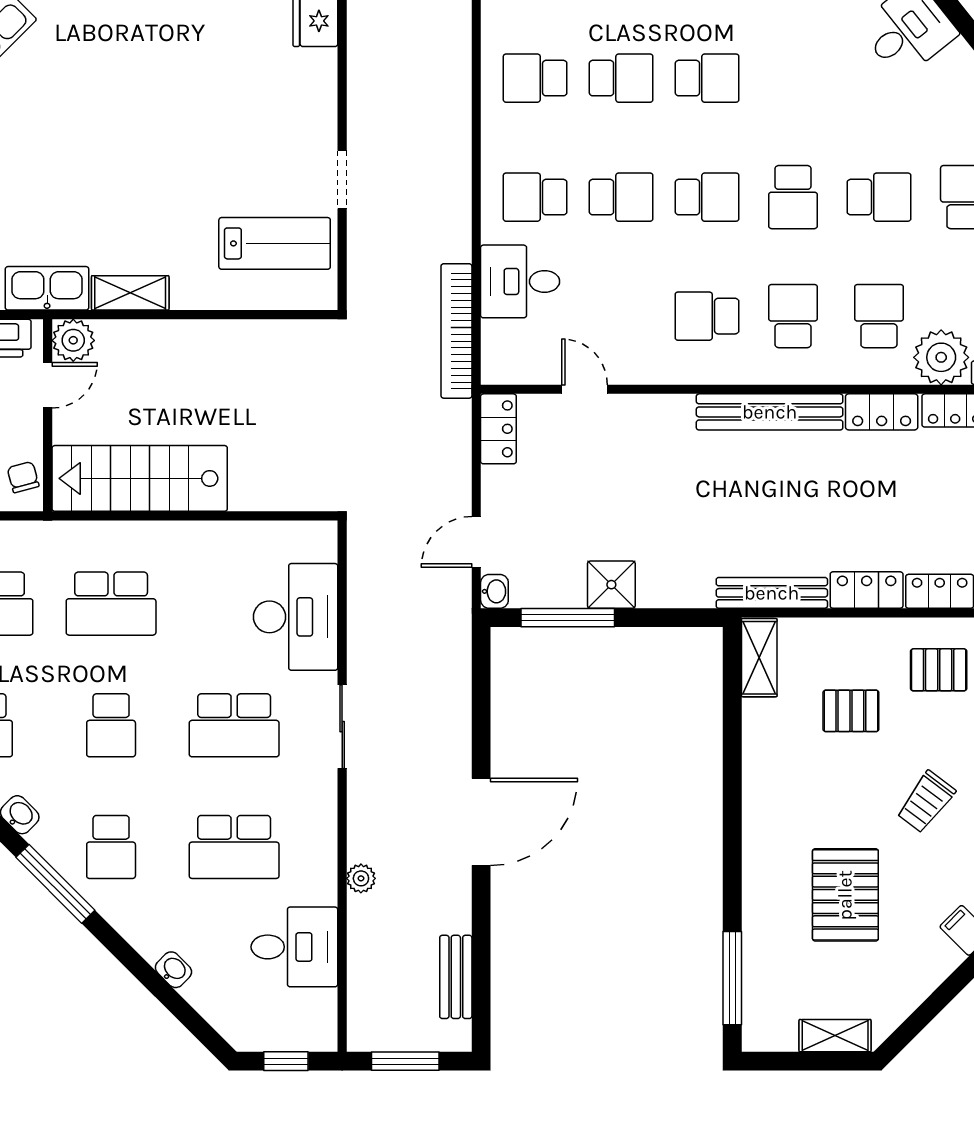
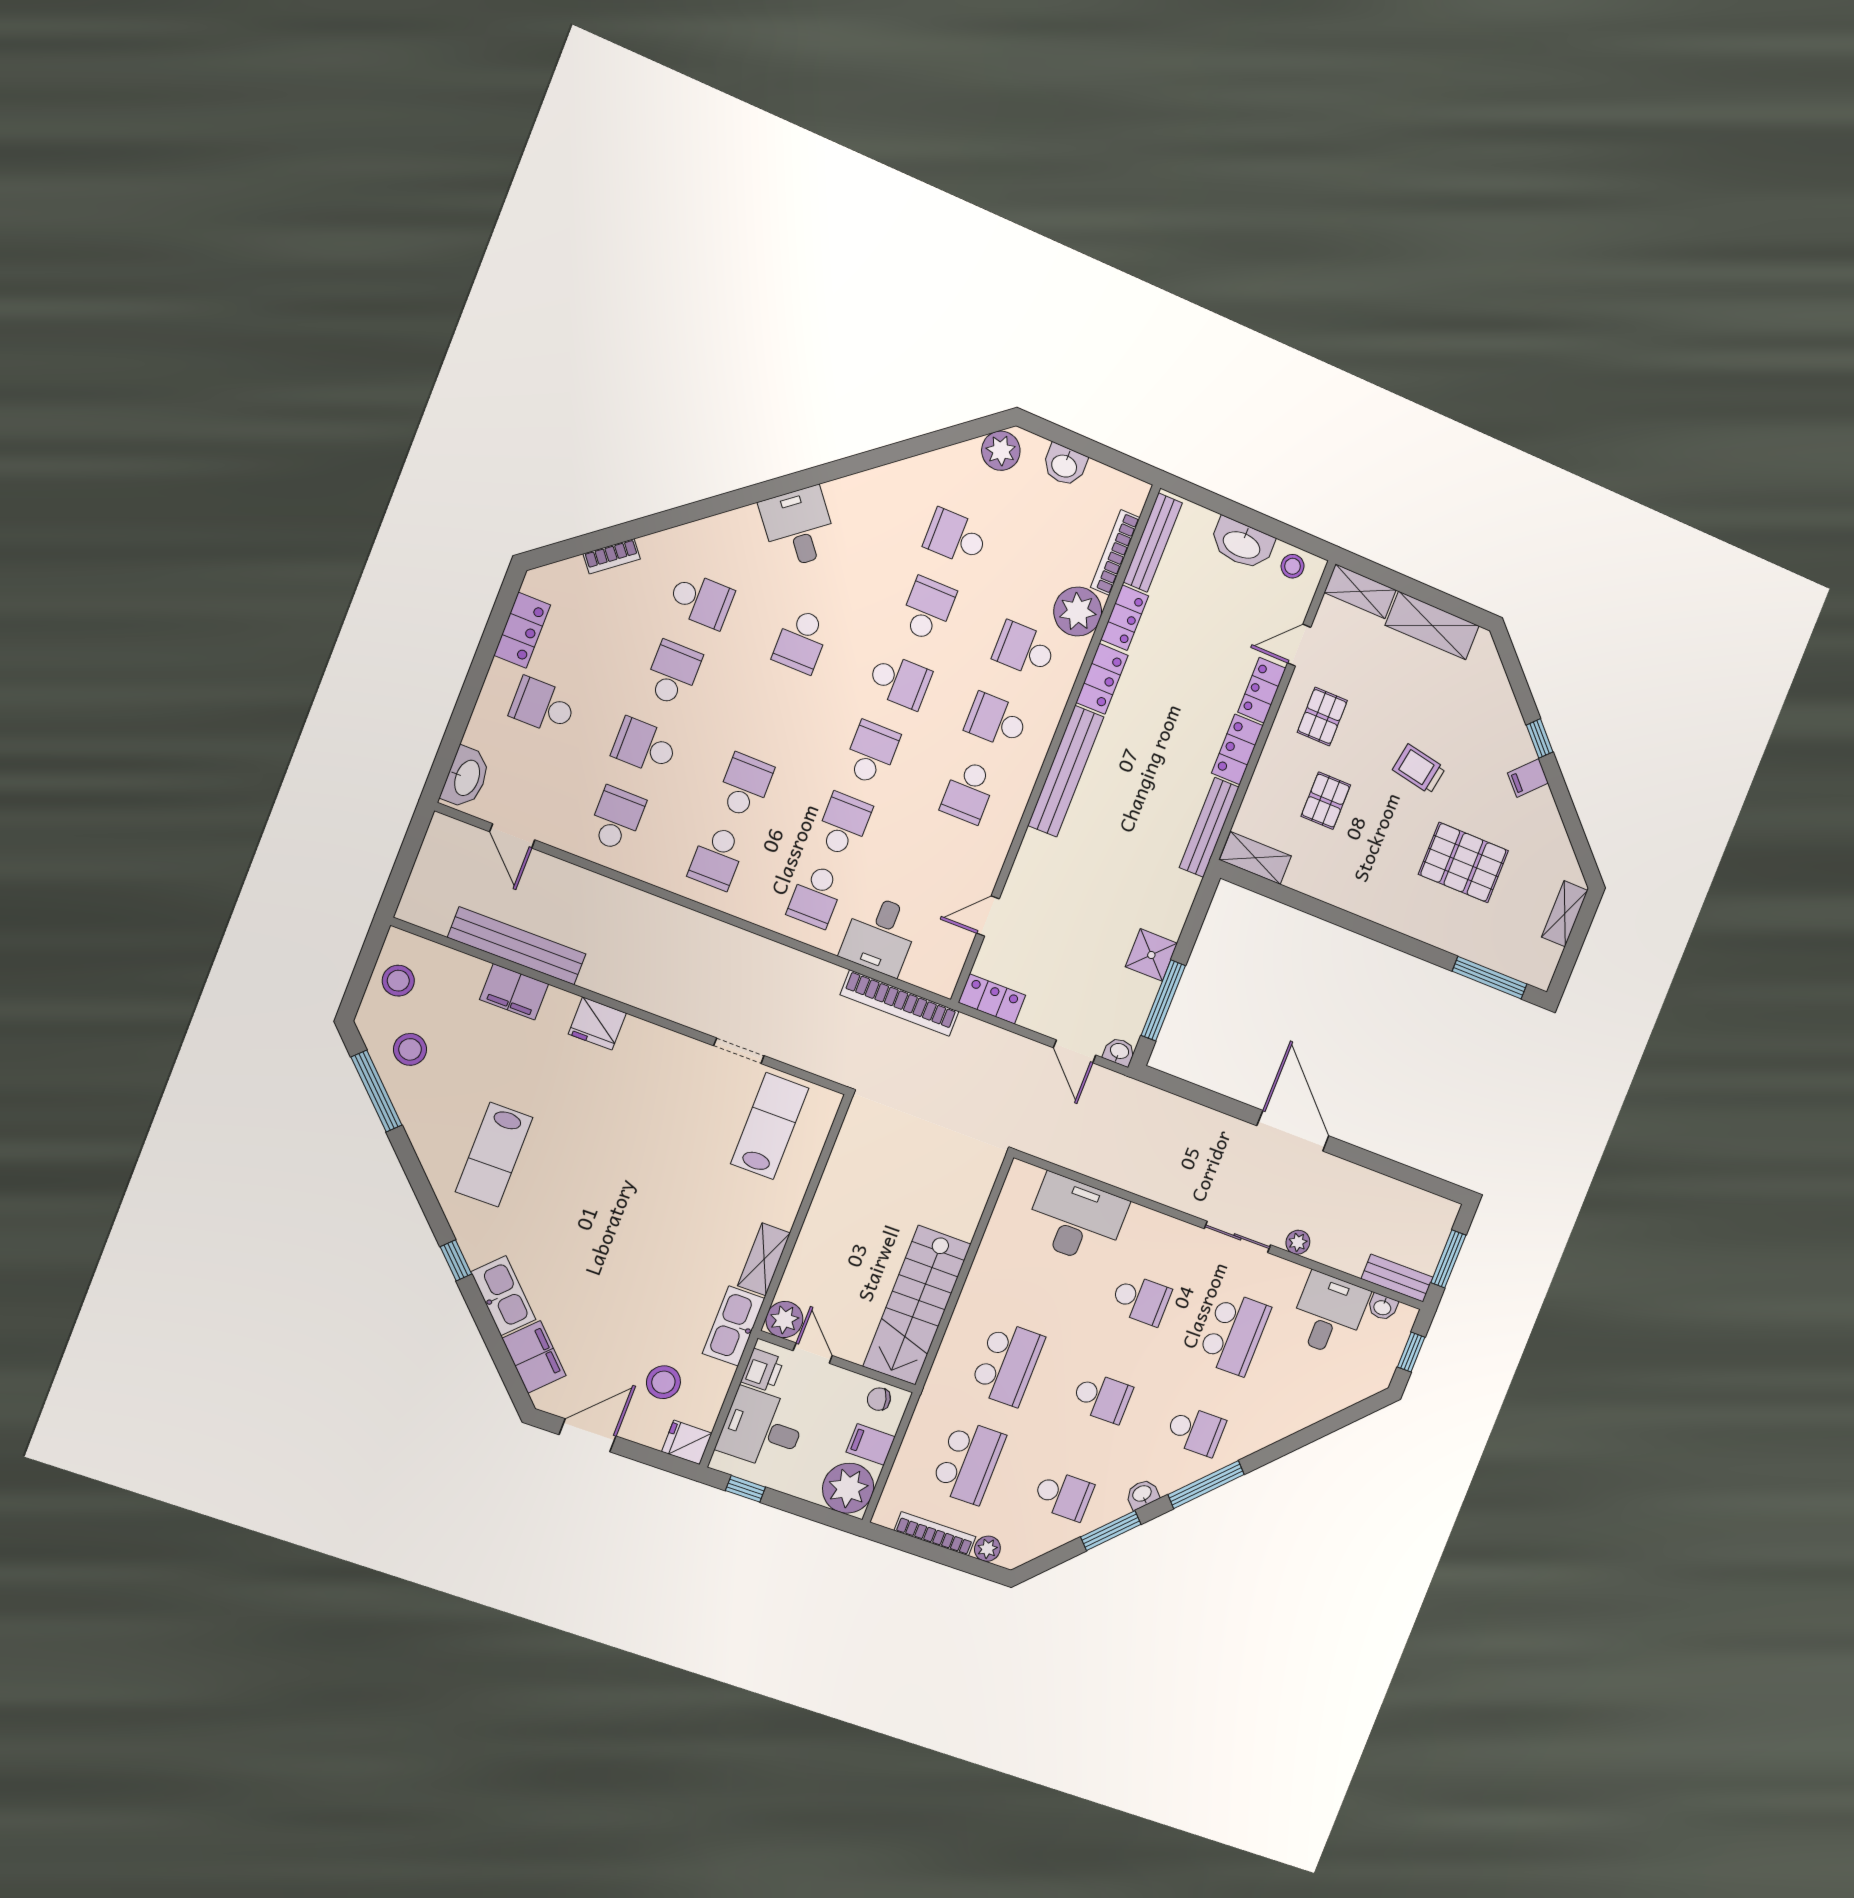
school desk: (707, 78) -> (801, 641), moved, turned 180
school desk: (234, 725) -> (1141, 1300), width x0.54
sliding door: (342, 727) -> (1238, 1237), moved
trolley: (926, 802) -> (1419, 769), turned 153
washbasin: (173, 970) -> (1383, 1307), moved, turned -135
bench: (456, 977) -> (1397, 1278), moved

